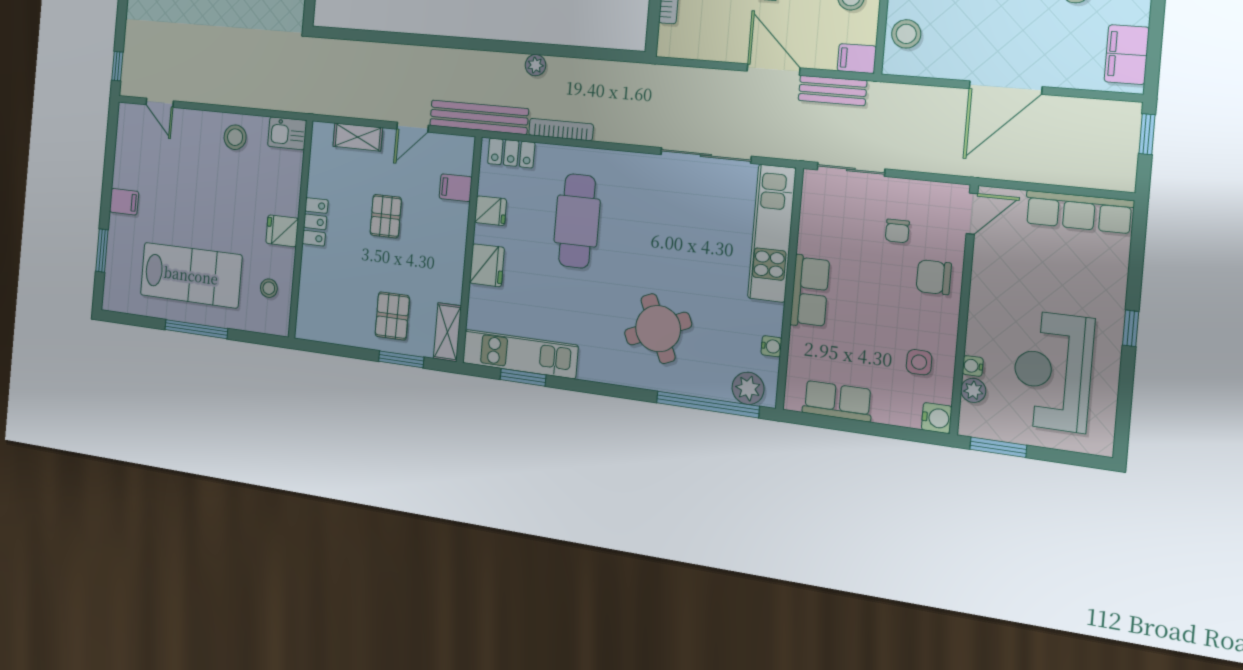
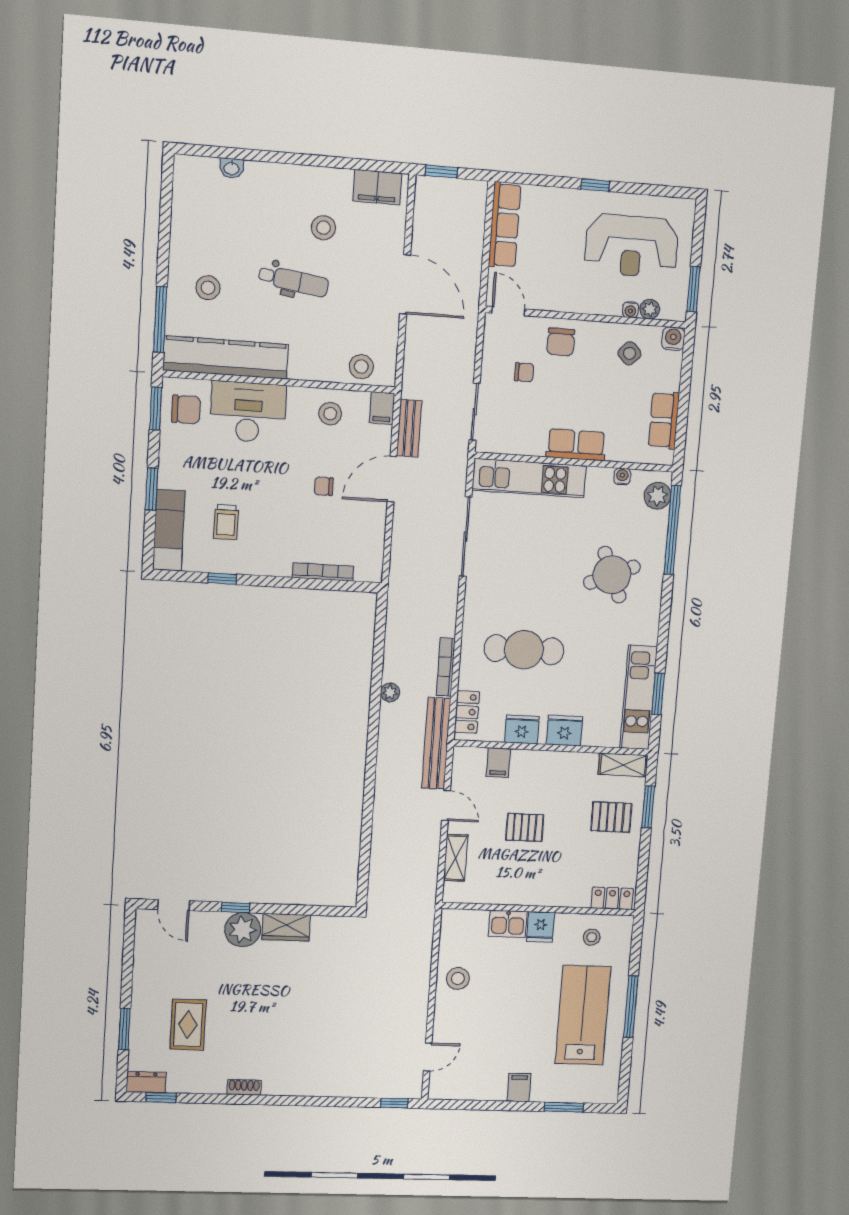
kitchen sink: (287, 133) -> (508, 924), moved, turned 90
fridge: (490, 211) -> (522, 729), width x1.38
locker: (315, 222) -> (612, 898), moved
side table: (919, 362) -> (629, 353), turned 45

